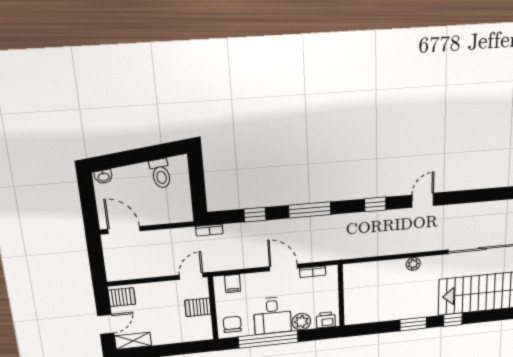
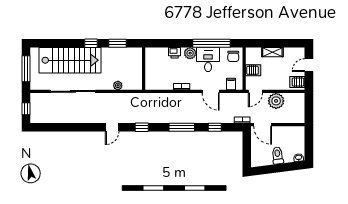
toilet: (161, 174) -> (278, 156), moved
door: (124, 230) -> (263, 125), moved
plant: (155, 265) -> (276, 101), added
door: (283, 267) -> (211, 91), moved
wall: (341, 296) -> (144, 69), moved
shelving: (133, 341) -> (272, 52), moved

